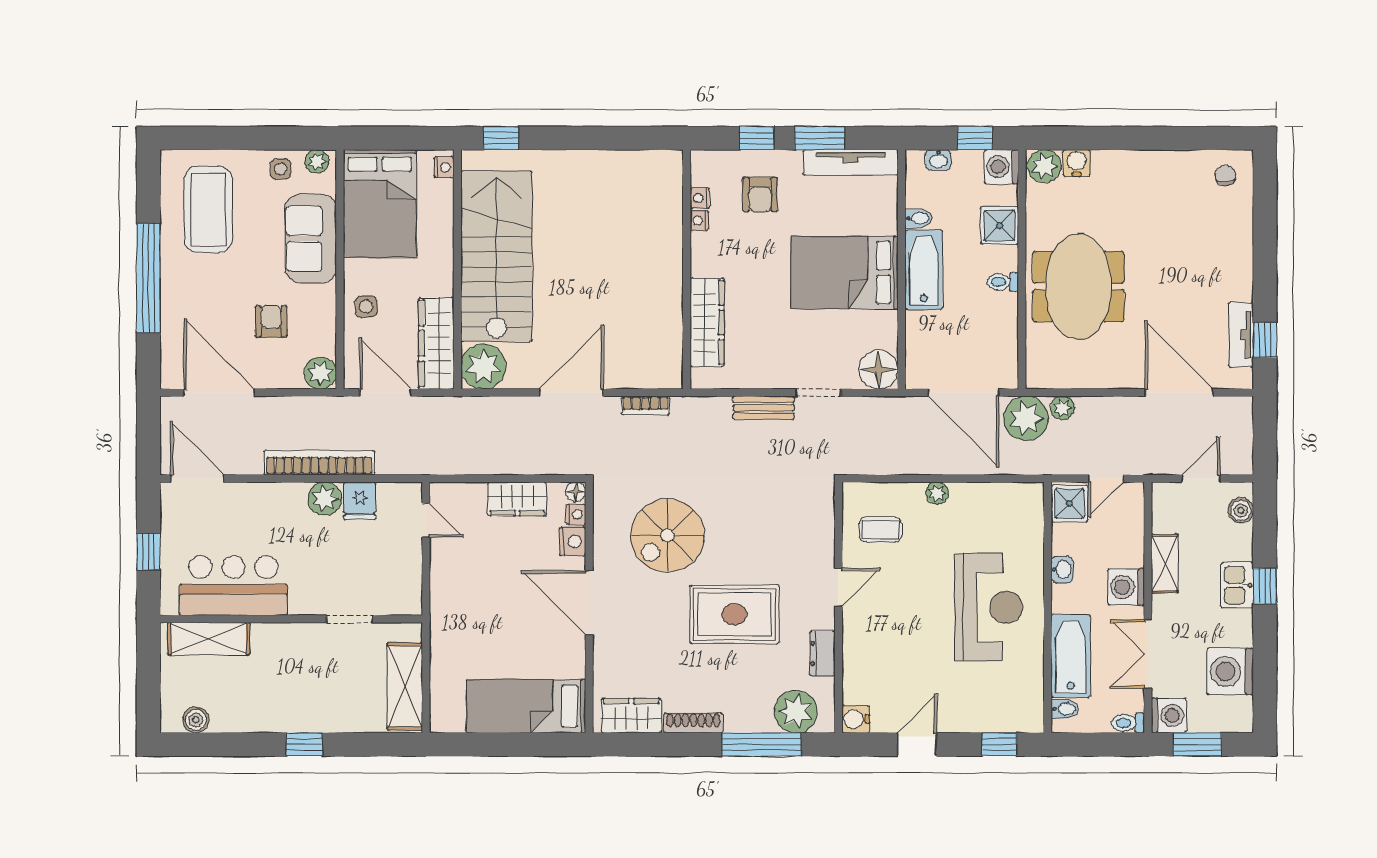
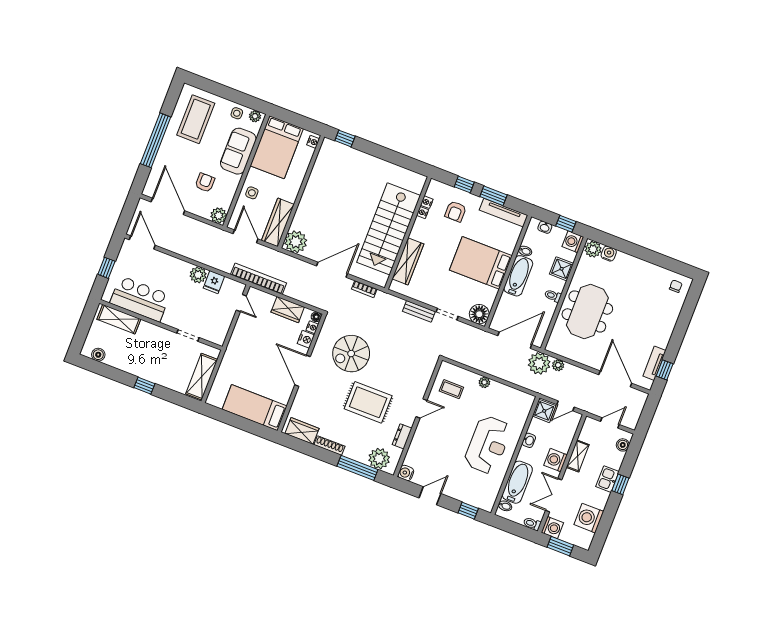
stairs: (496, 256) -> (389, 229), moved, turned 180
door: (964, 393) -> (515, 340), swing flipped
bookcase: (319, 463) -> (259, 279), moved

